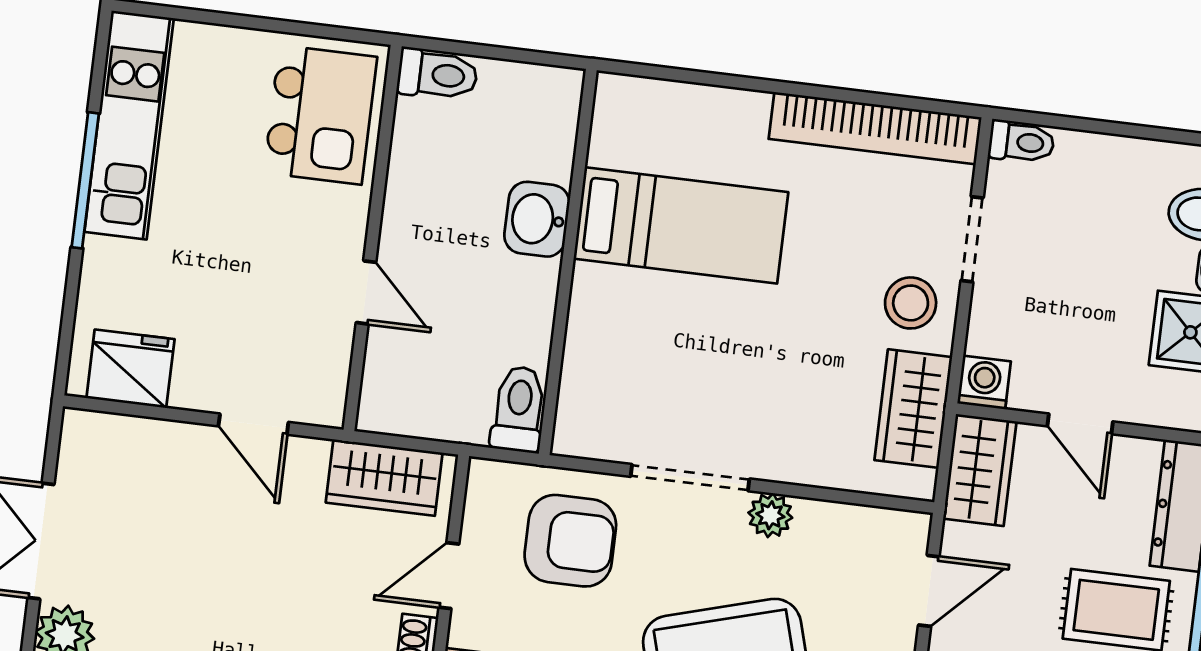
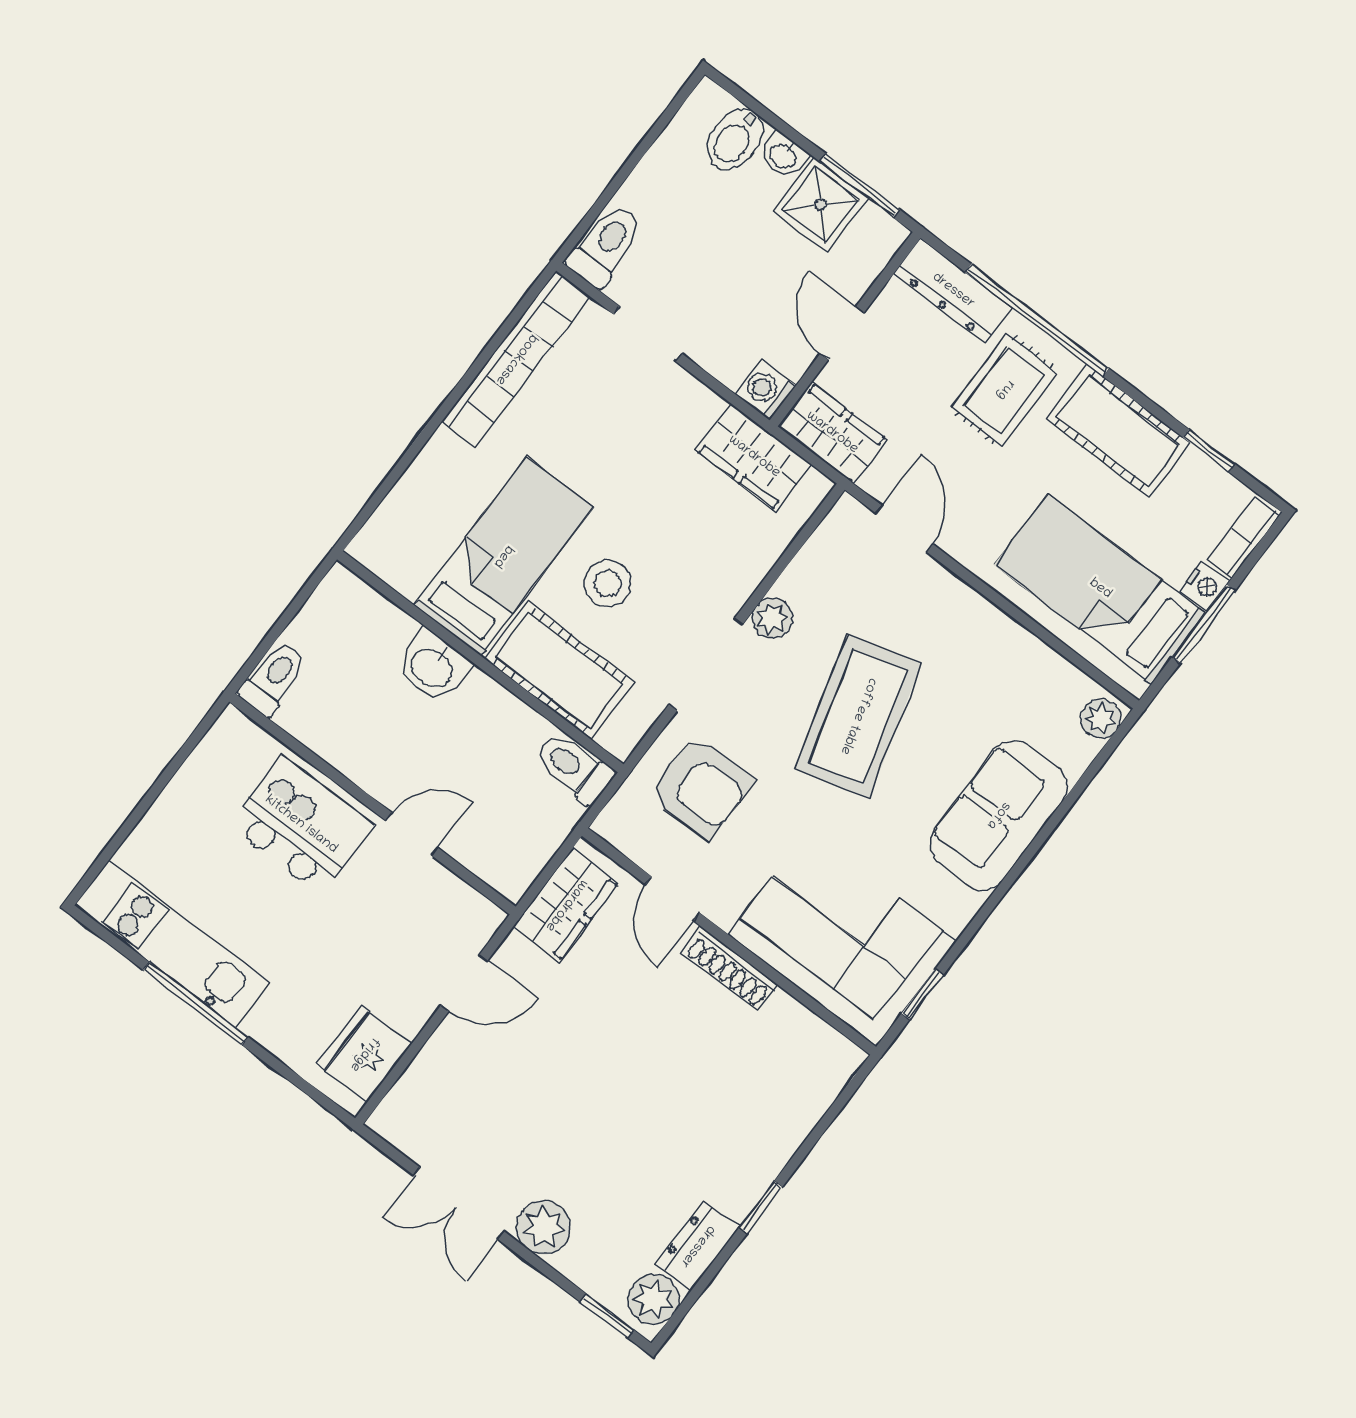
kitchen island: (320, 115) -> (301, 825), moved
toilet: (1021, 142) -> (606, 246), width x1.37, depth x1.39
stool: (911, 303) -> (608, 584), moved
cot: (603, 342) -> (559, 670), added
door: (1080, 424) -> (842, 333), swing flipped
armchair: (570, 541) -> (701, 787), turned 90

